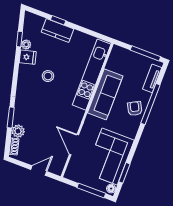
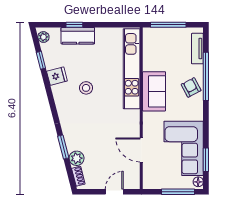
plant: (26, 45) -> (43, 37), moved
window: (145, 53) -> (168, 25), moved
sofa: (105, 94) -> (154, 91), width x0.73

